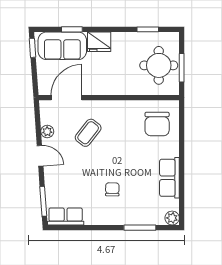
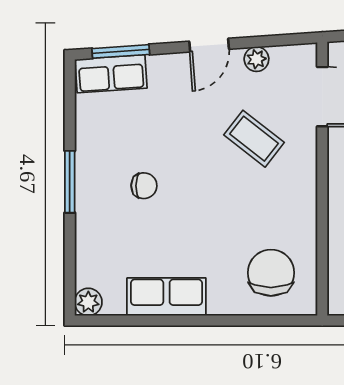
chair: (157, 124) -> (271, 273), turned 90
row of seats: (66, 216) -> (111, 74), moved, turned 86
window: (140, 228) -> (70, 182), moved

